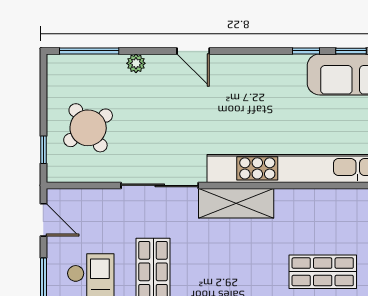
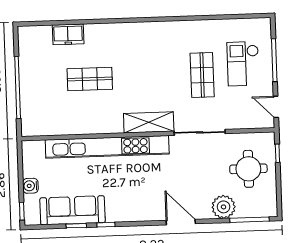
door: (193, 51) -> (181, 222), width x1.38
plant: (136, 63) -> (224, 207), width x1.87, depth x1.87
round table: (88, 128) -> (248, 169), turned 35

